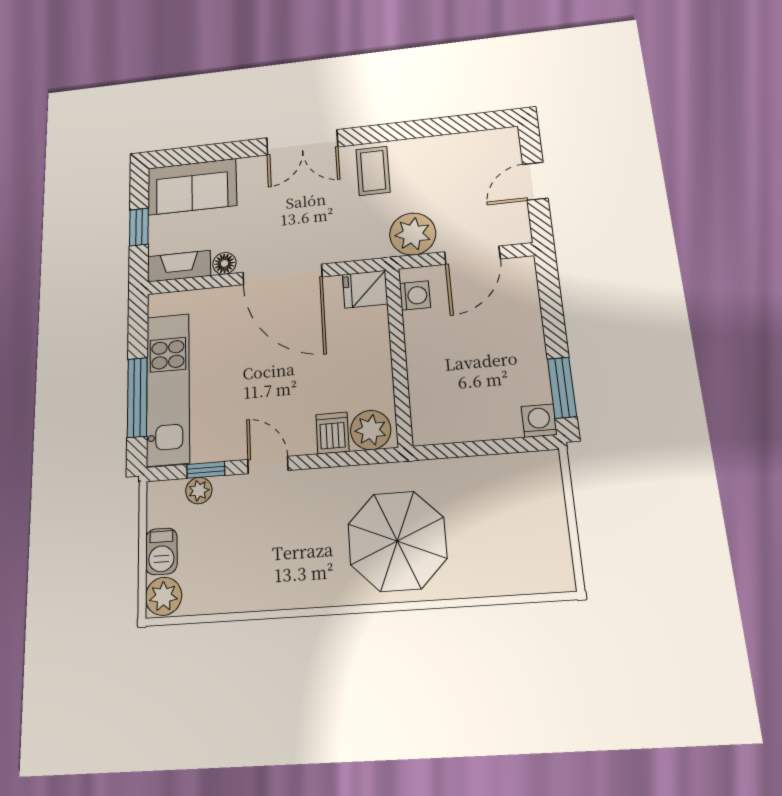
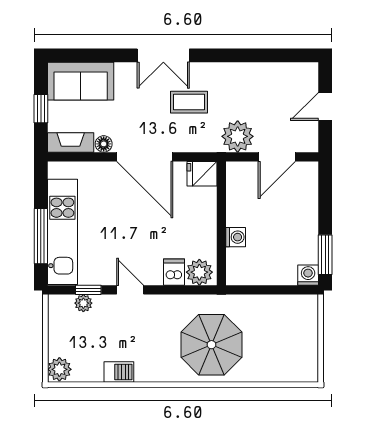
coffee table: (373, 171) -> (189, 102), moved, turned 90
washing machine: (415, 295) -> (236, 237), moved
barbecue: (161, 551) -> (119, 372), moved, turned -90

